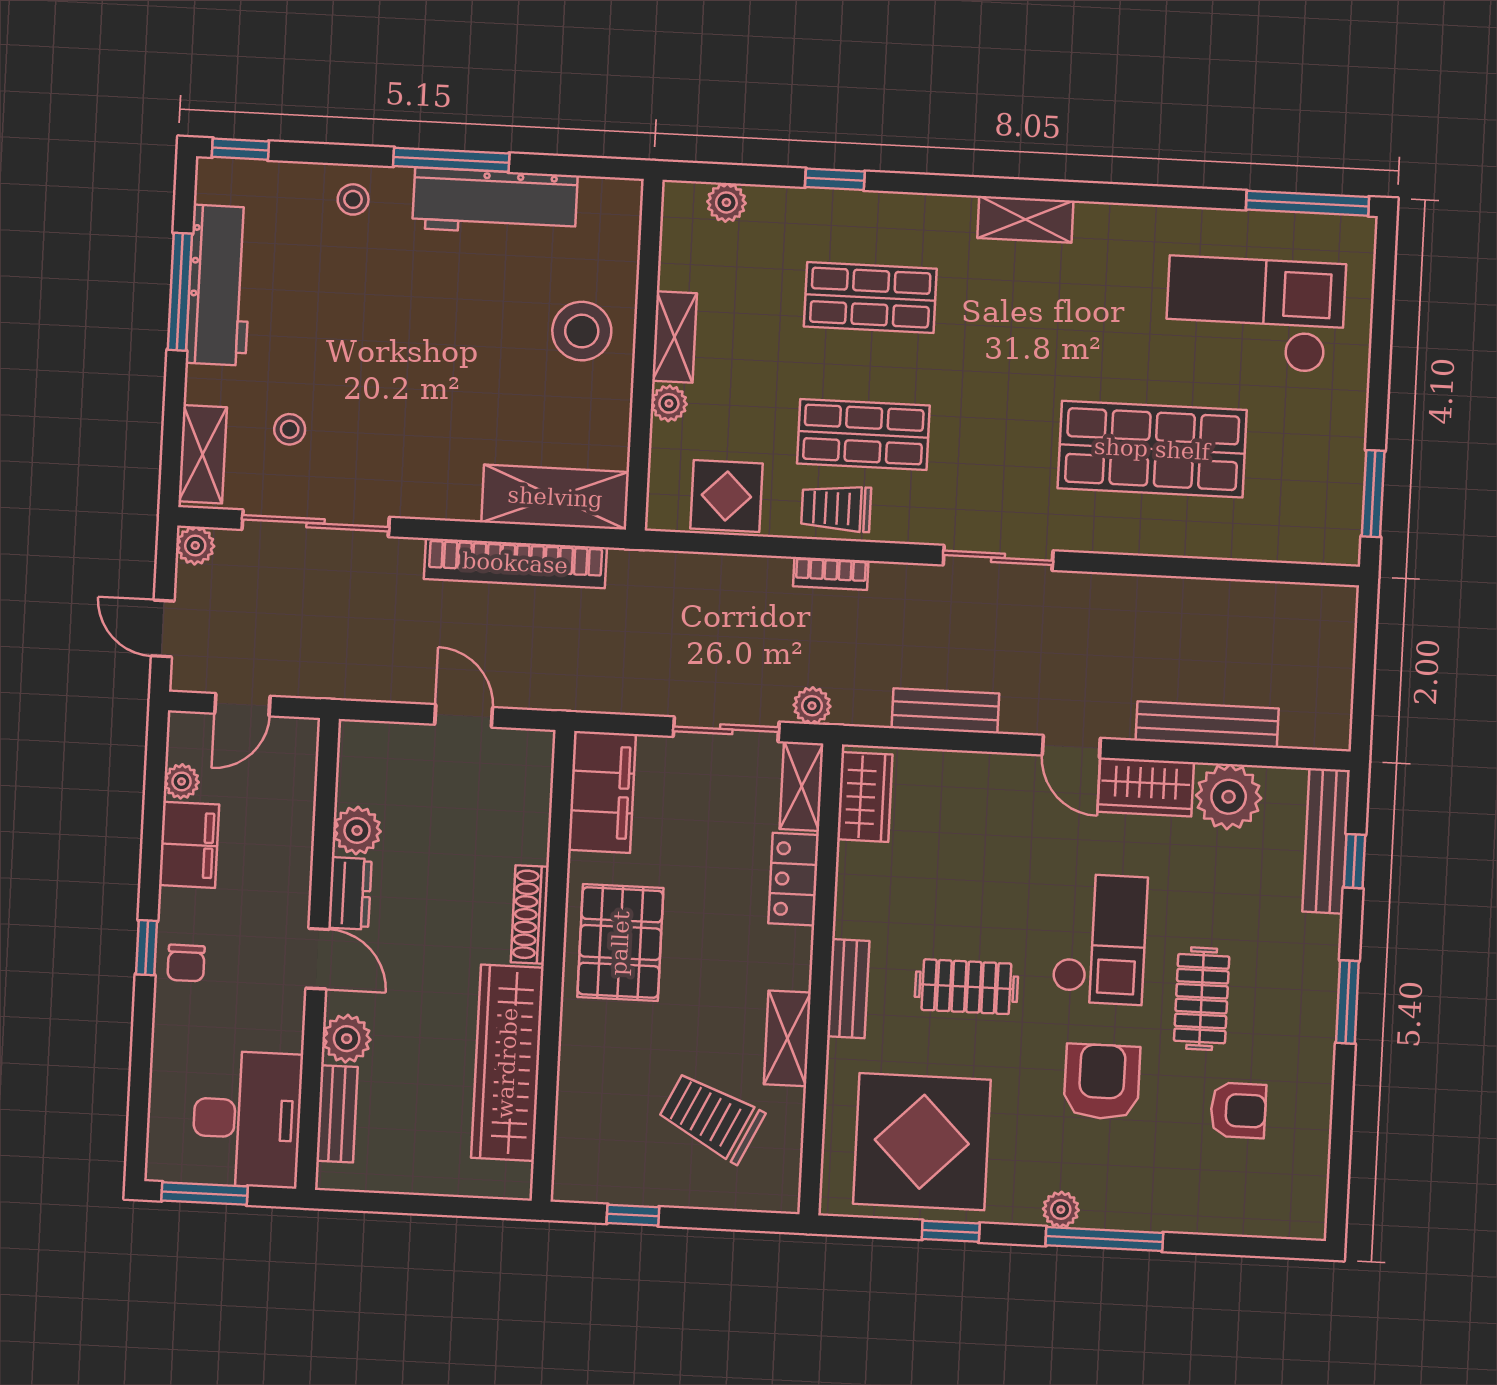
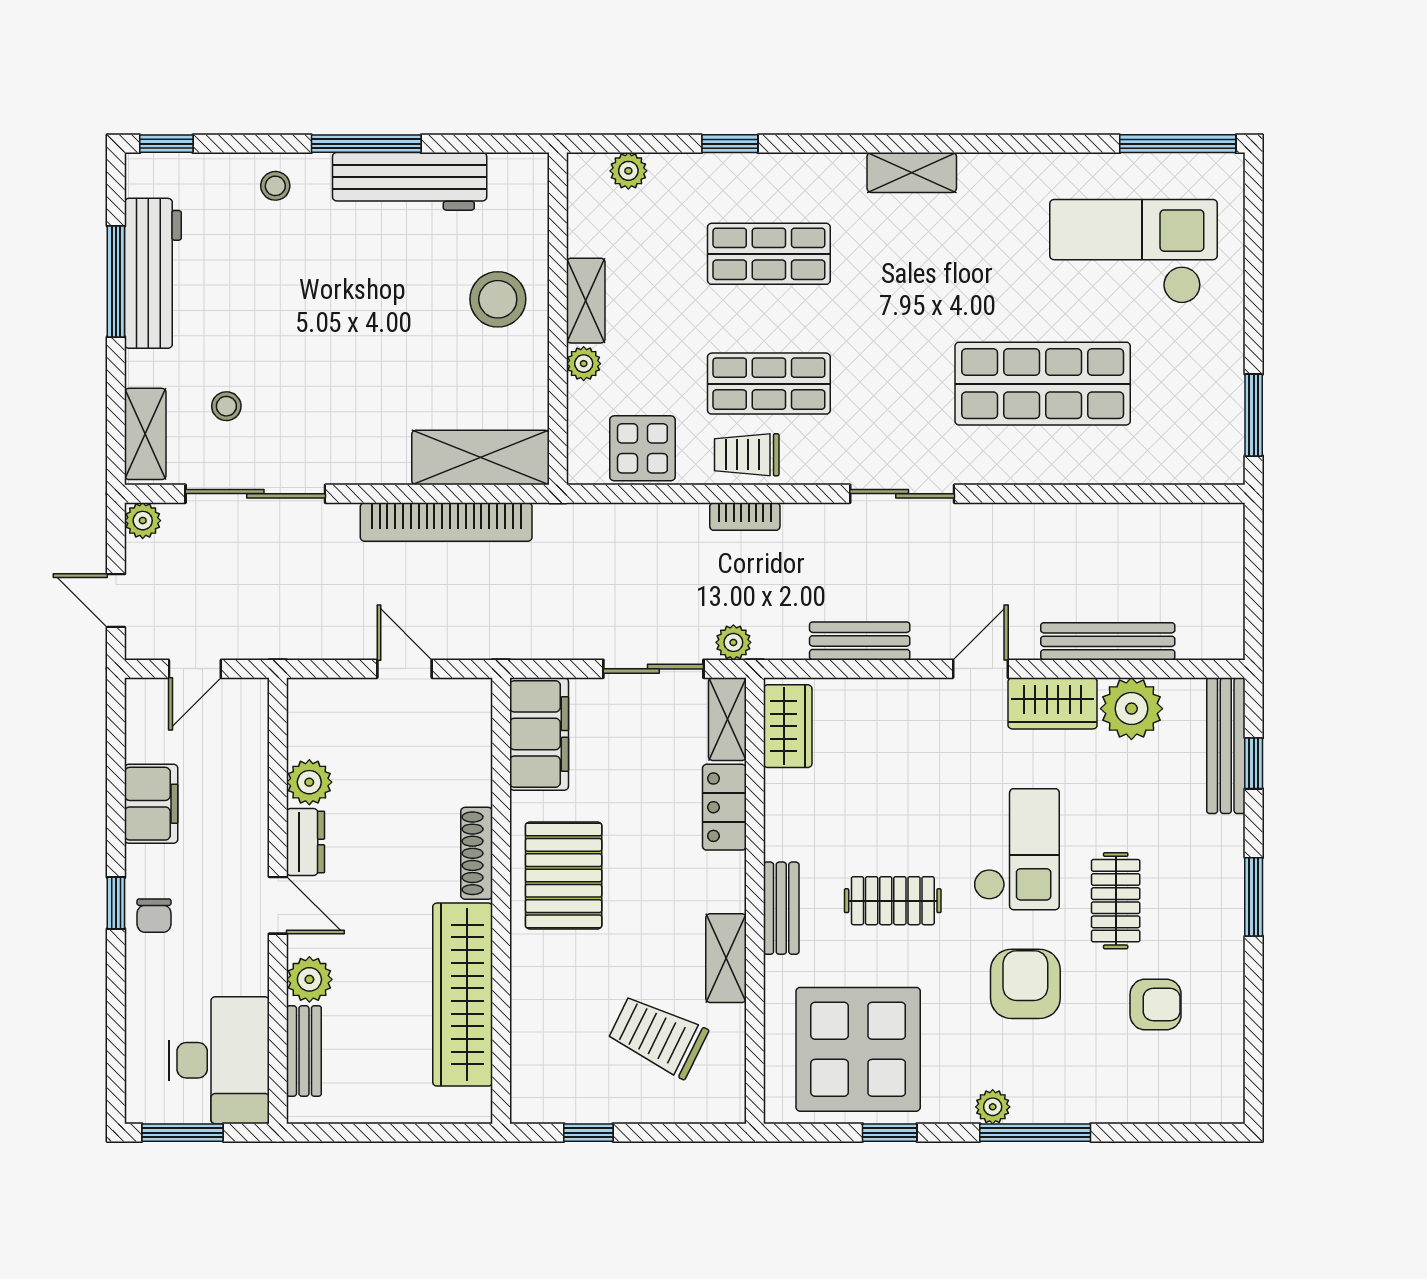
door: (1071, 747) -> (980, 669), swing flipped
plant: (182, 781) -> (141, 744), removed

